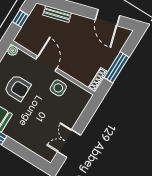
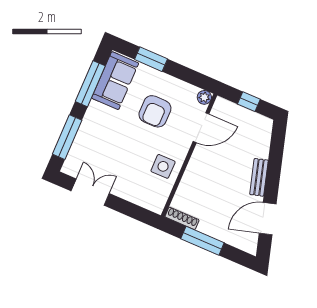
bench: (57, 14) -> (259, 177), moved
door: (46, 64) -> (201, 128), moved
window: (27, 154) -> (67, 137), added

